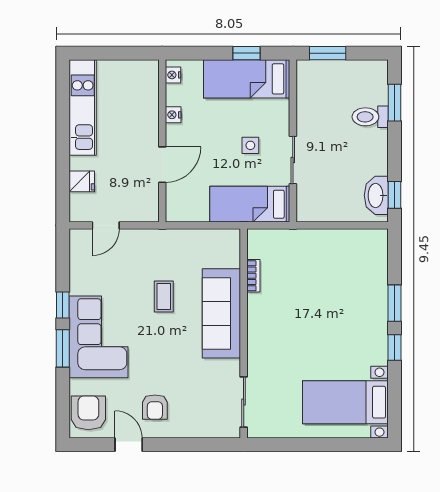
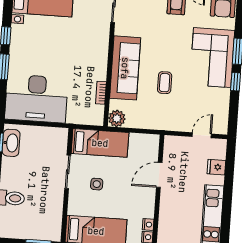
nightstand: (173, 115) -> (148, 225), moved
plant: (228, 241) -> (117, 118), added
desk: (345, 261) -> (36, 99), added

